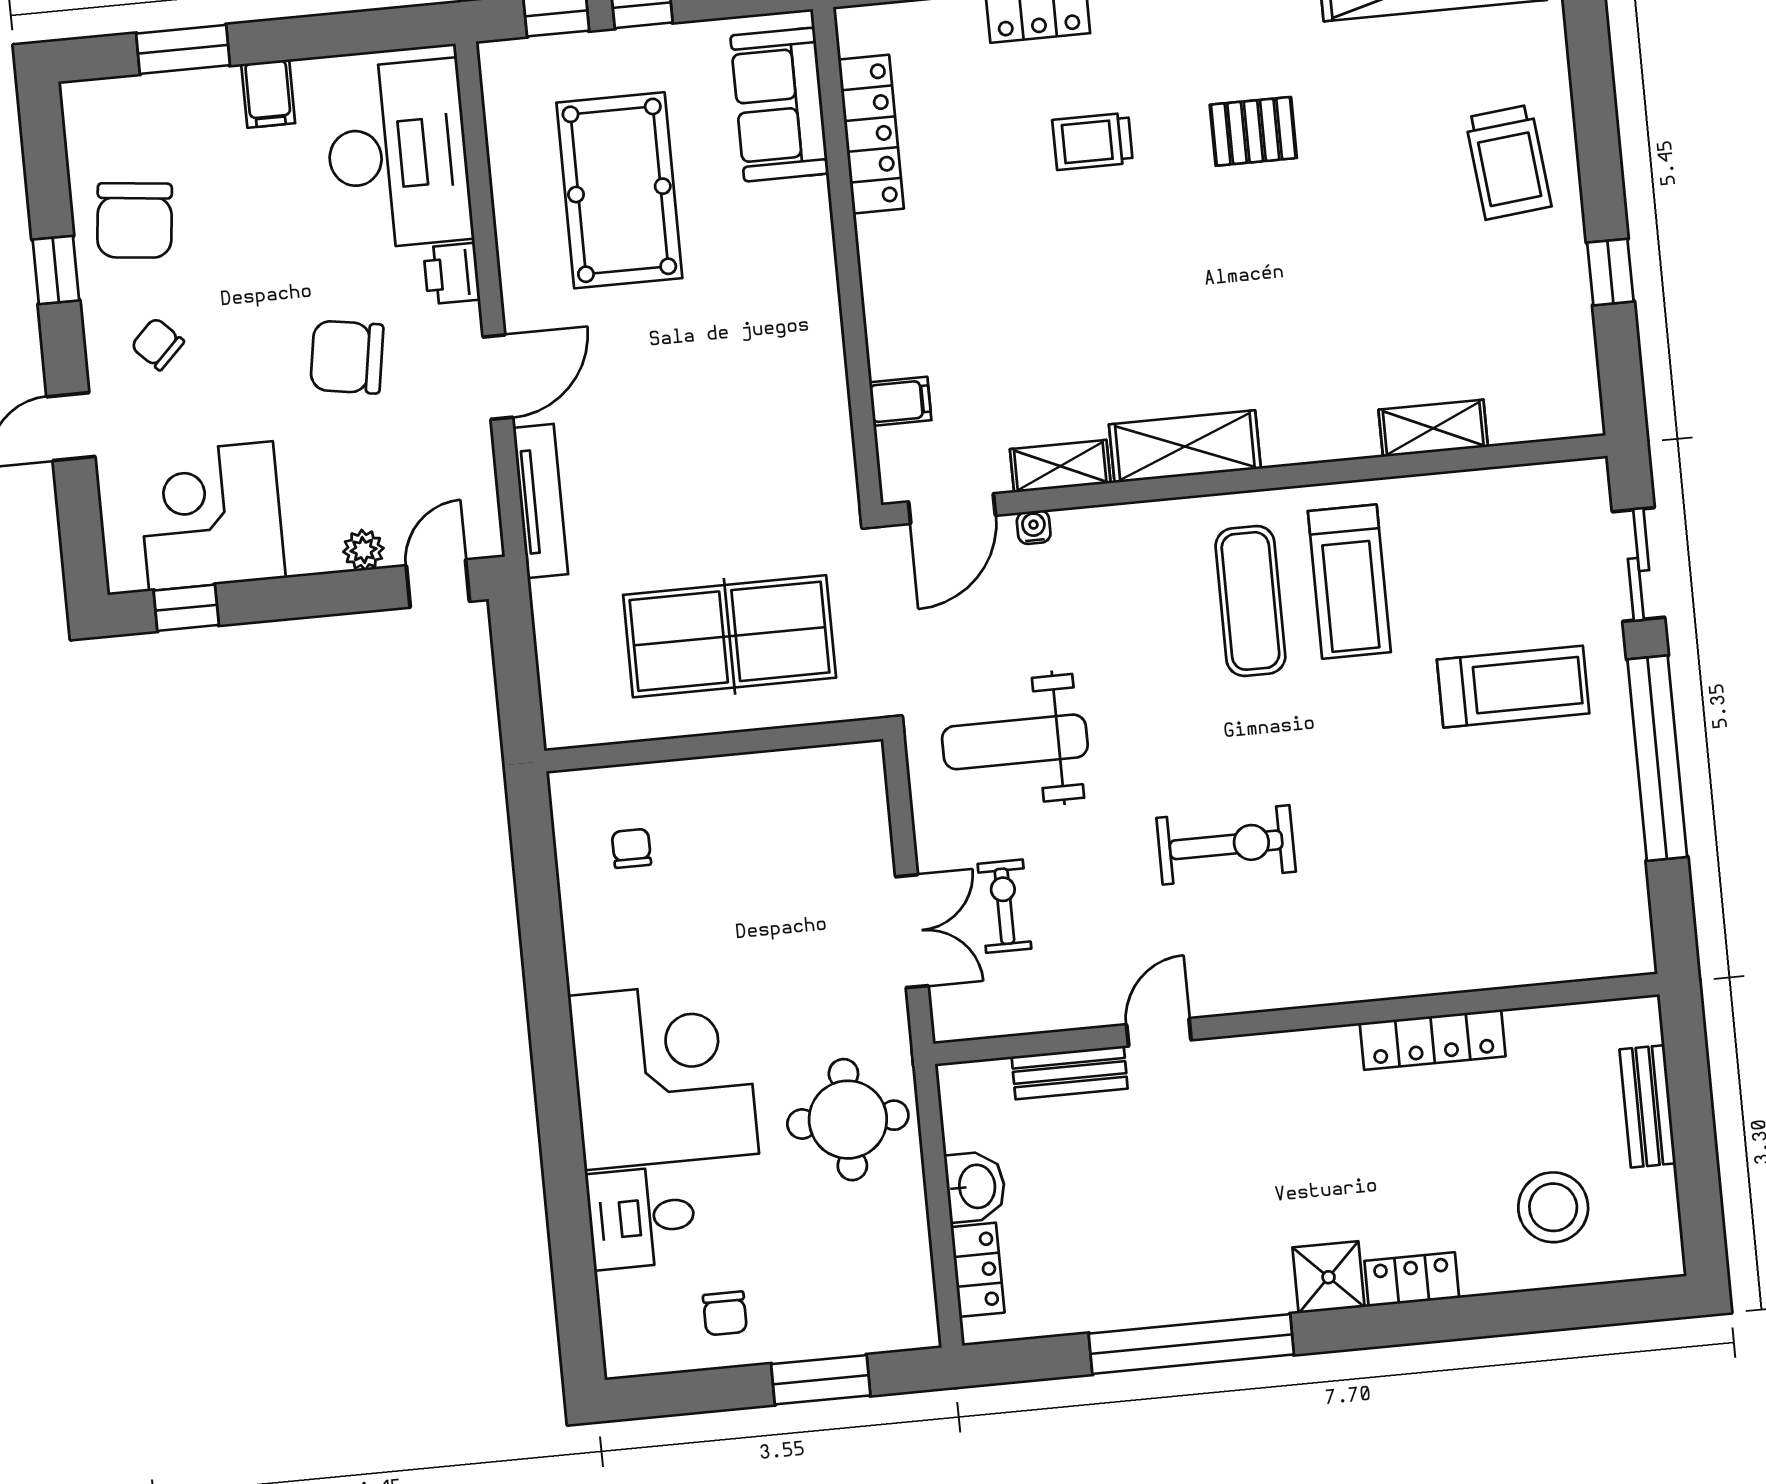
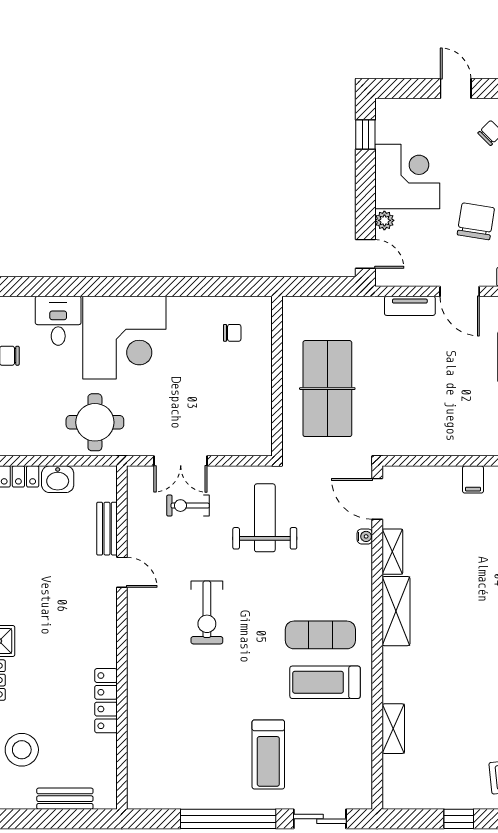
filing cabinet: (900, 401) -> (473, 479), moved
tv unit: (541, 501) -> (410, 306), width x0.71
corner desk: (211, 516) -> (407, 177), moved
exercise bike: (1004, 906) -> (188, 506), turned 180

